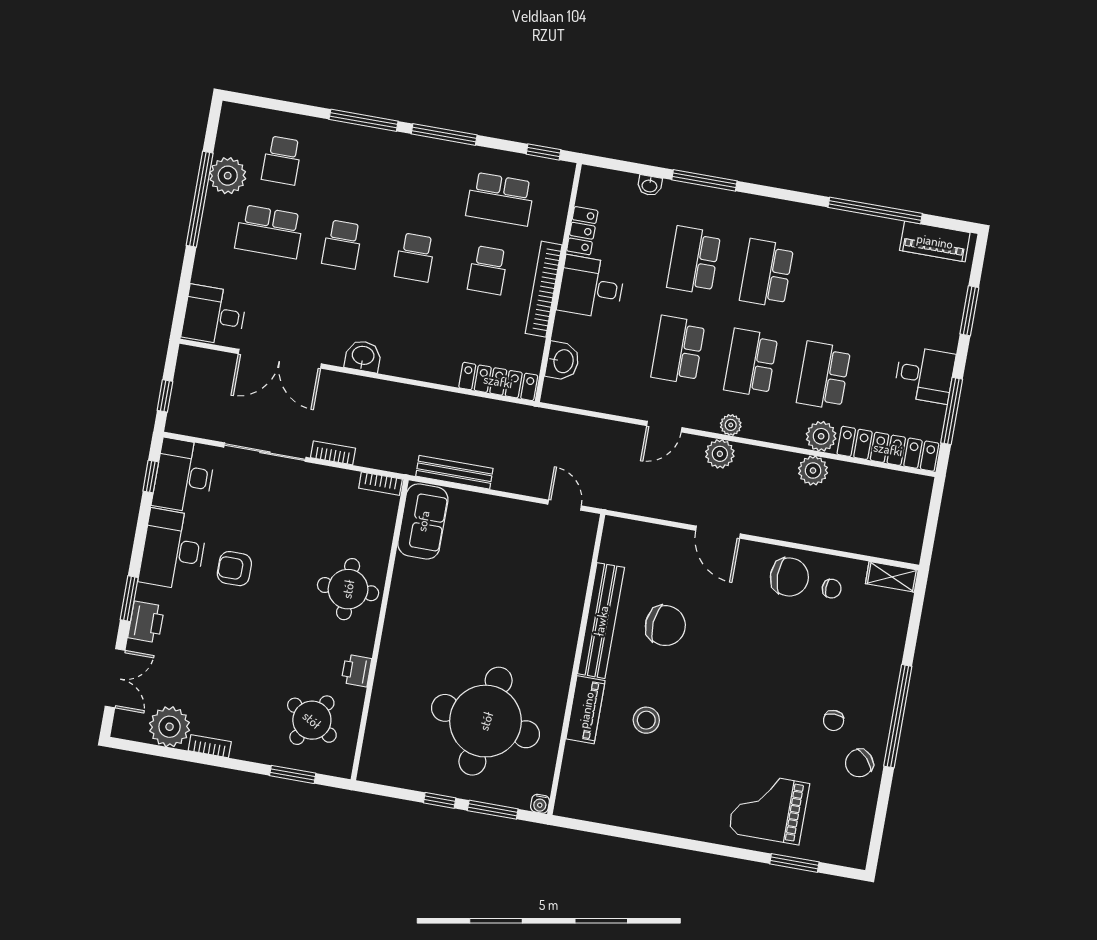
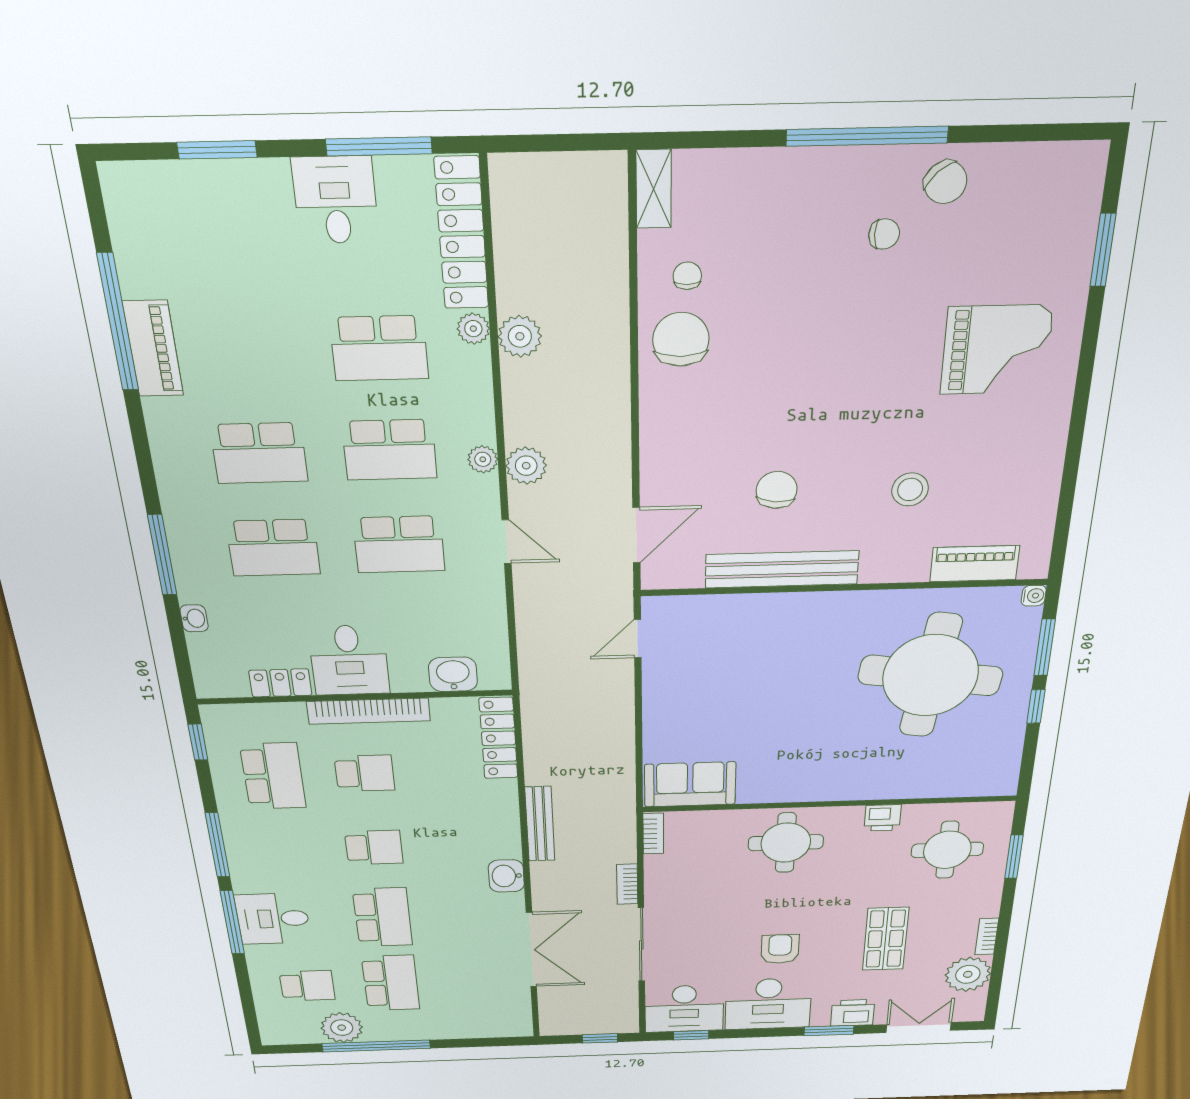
piano: (935, 241) -> (153, 349), moved
school desk: (342, 244) -> (383, 917), width x1.85
desk: (214, 315) -> (273, 919), moved, turned 90
plant: (821, 436) -> (473, 329), width x0.73, depth x0.73
bench: (454, 472) -> (540, 824), moved
door: (718, 532) -> (636, 535), moved
armchair: (234, 569) -> (780, 949), turned 180
chair: (665, 626) -> (777, 490), width x0.73, depth x0.73
shop shelf: (226, 660) -> (886, 939), added
piano: (586, 710) -> (975, 564), moved
round table: (312, 720) -> (947, 850), turned -31
grand piano: (769, 808) -> (996, 350), moved, turned -90

